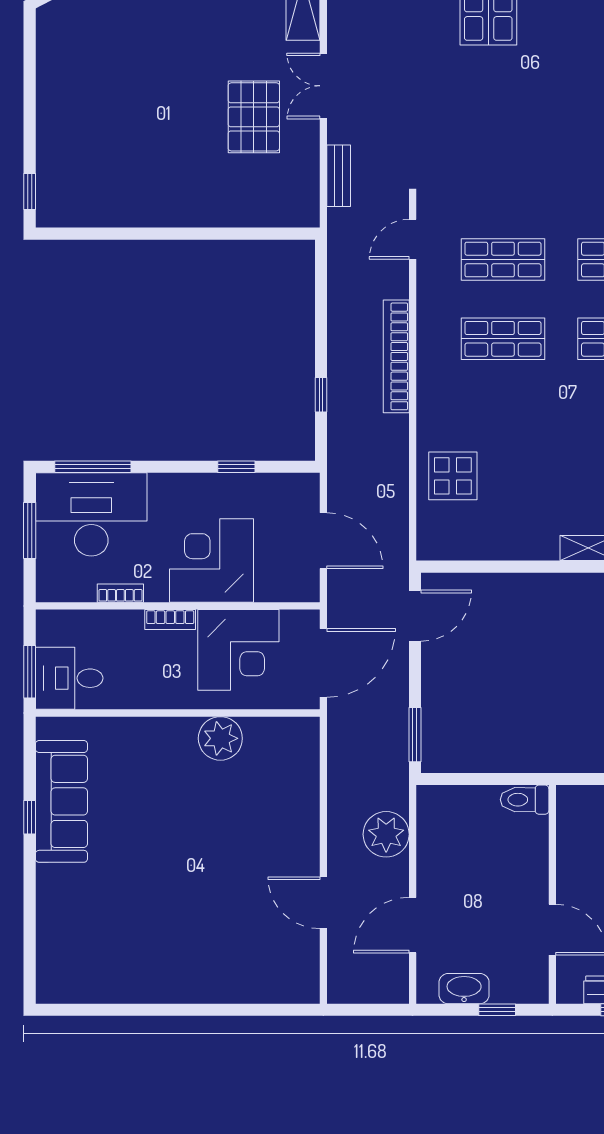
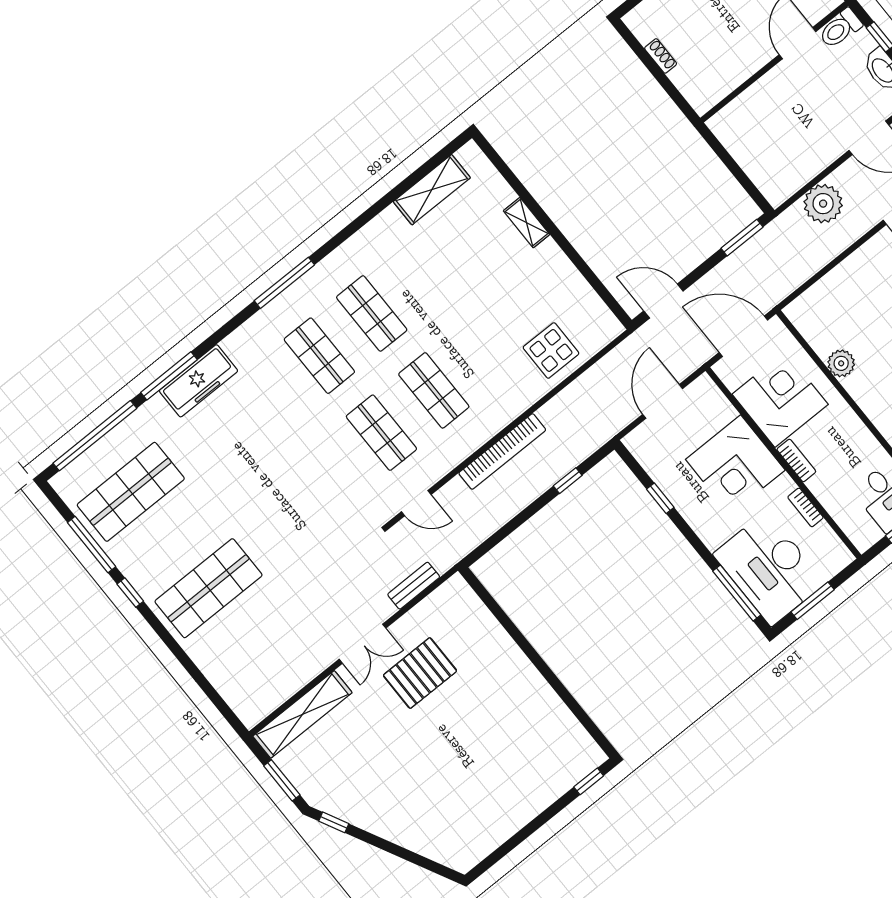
plant: (220, 738) -> (841, 363), width x0.73, depth x0.73
toilet: (525, 800) -> (840, 29), moved, turned 90

